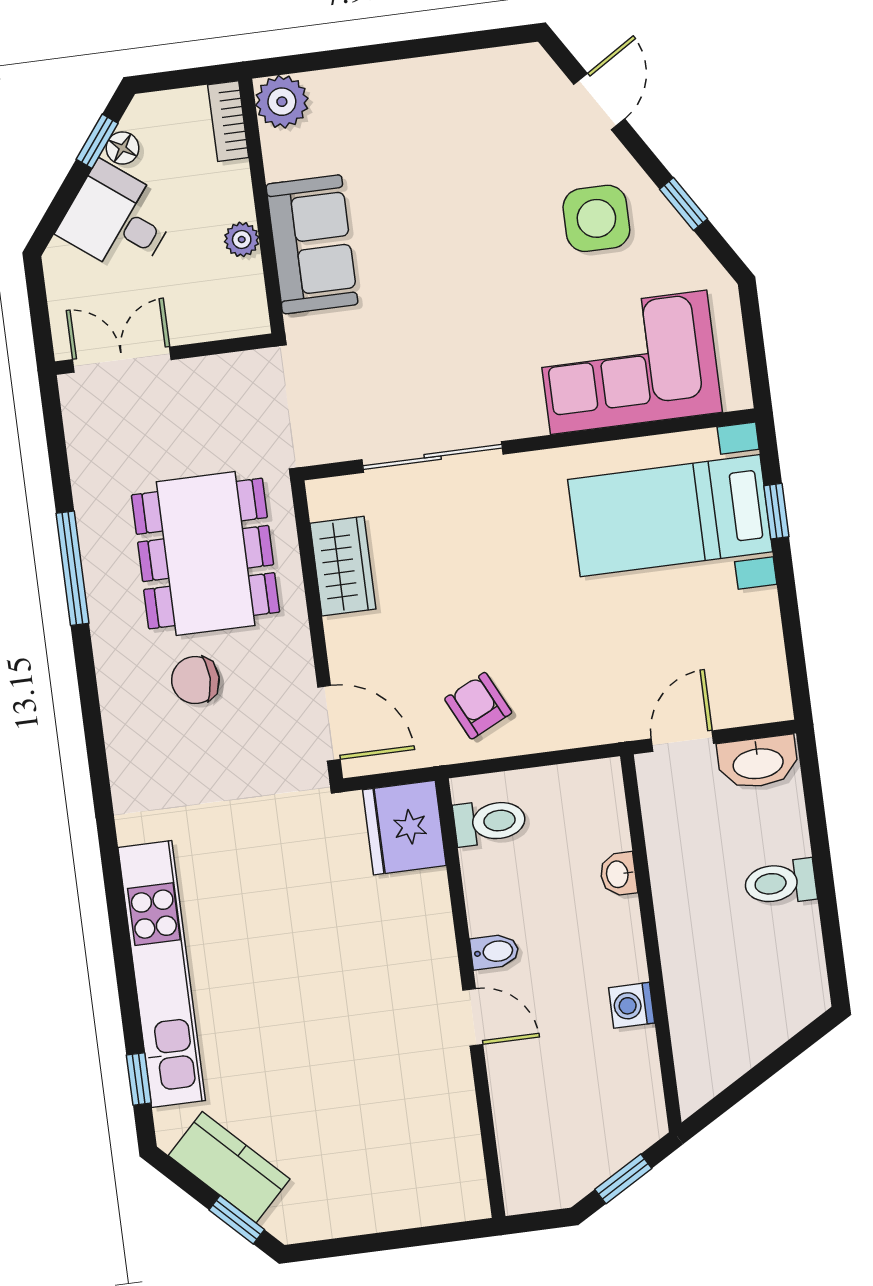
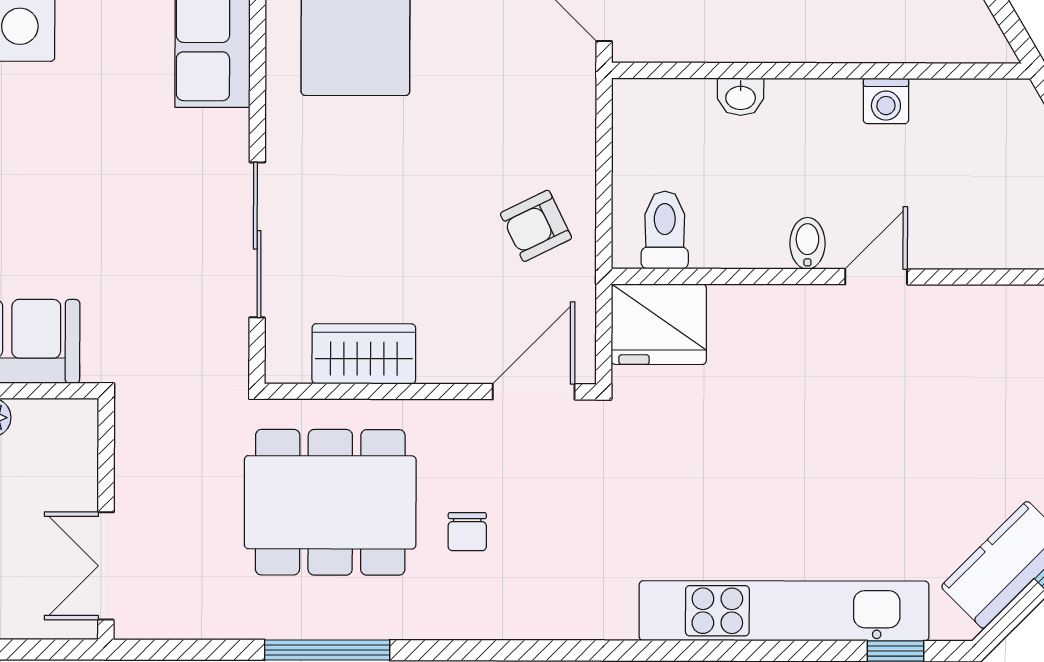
chair: (195, 680) -> (467, 532), width x0.73, depth x0.73

